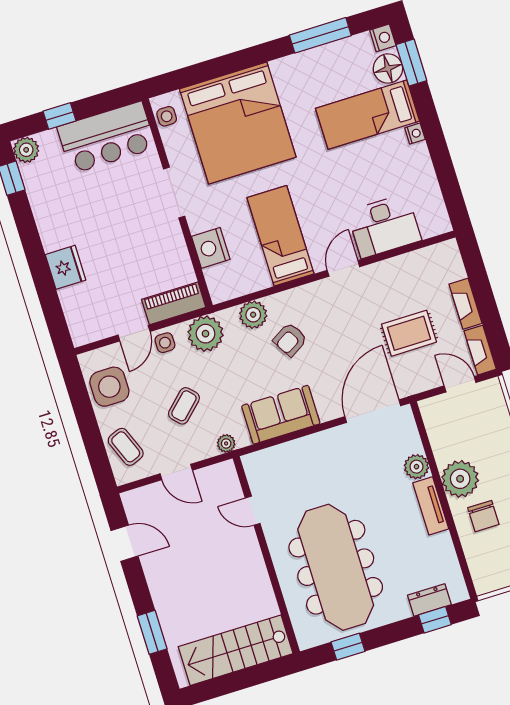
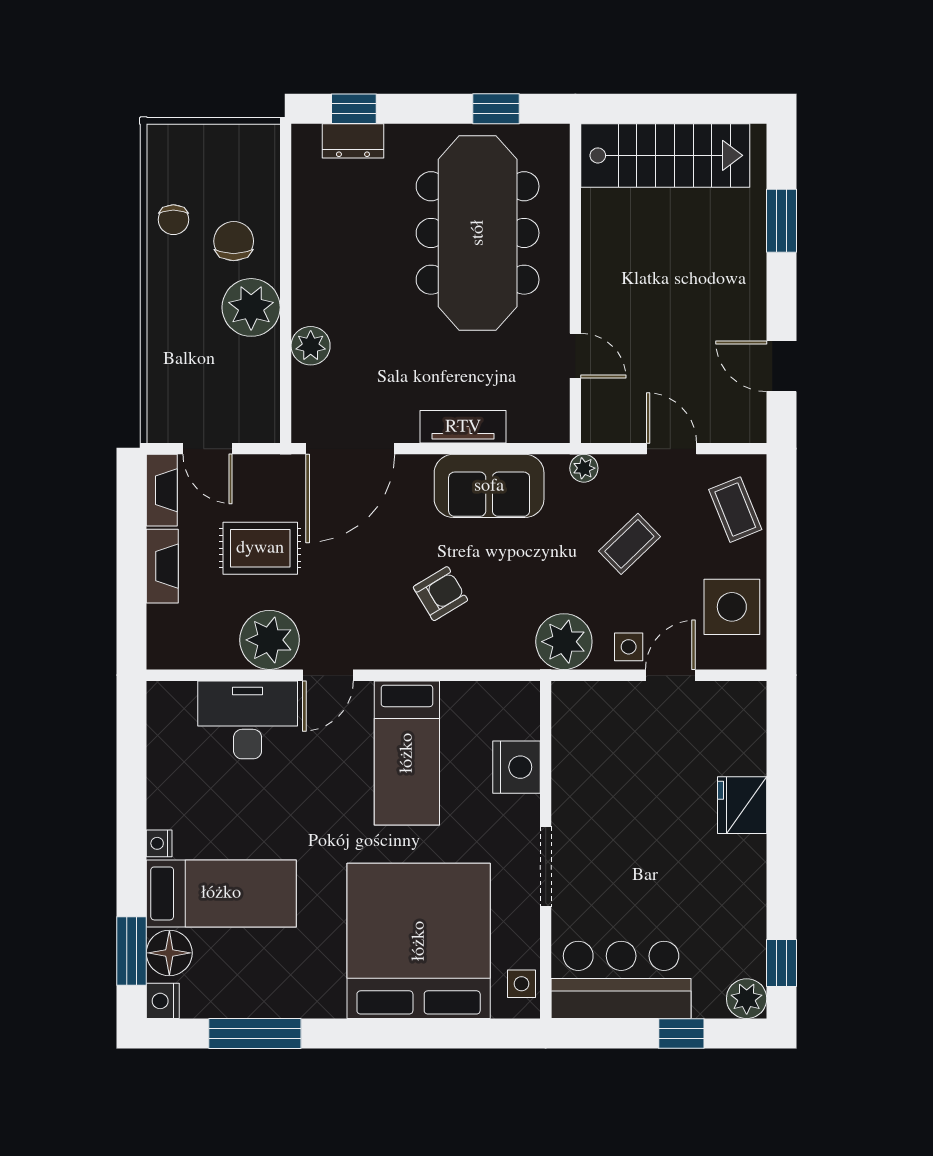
piano: (174, 303) -> (597, 701), removed
plant: (253, 315) -> (270, 640), moved, width x1.36, depth x1.36
tv unit: (431, 506) -> (463, 427), moved, turned -90

